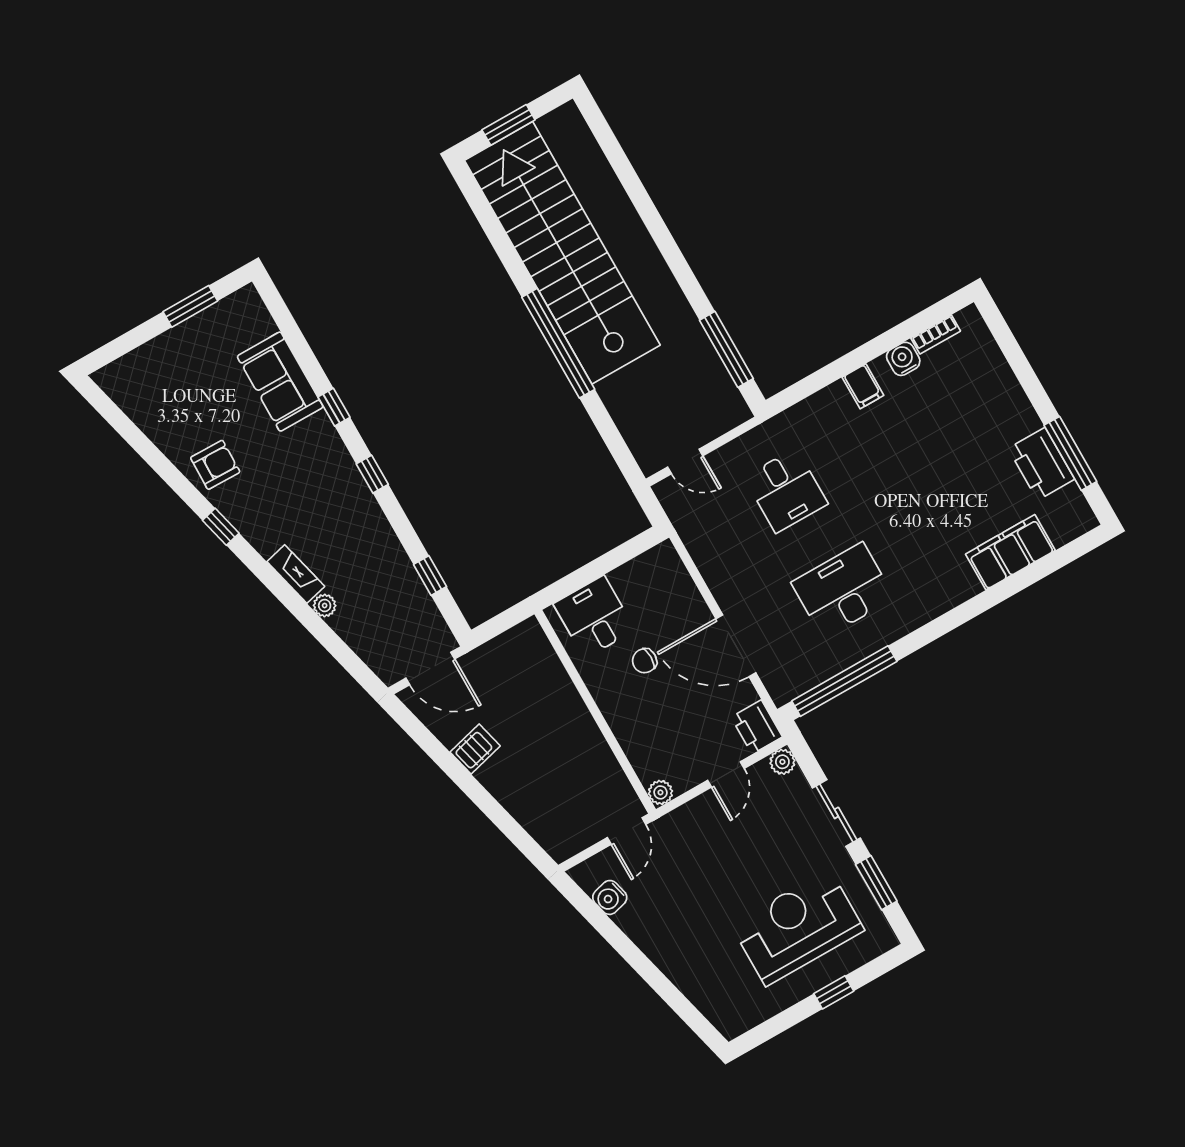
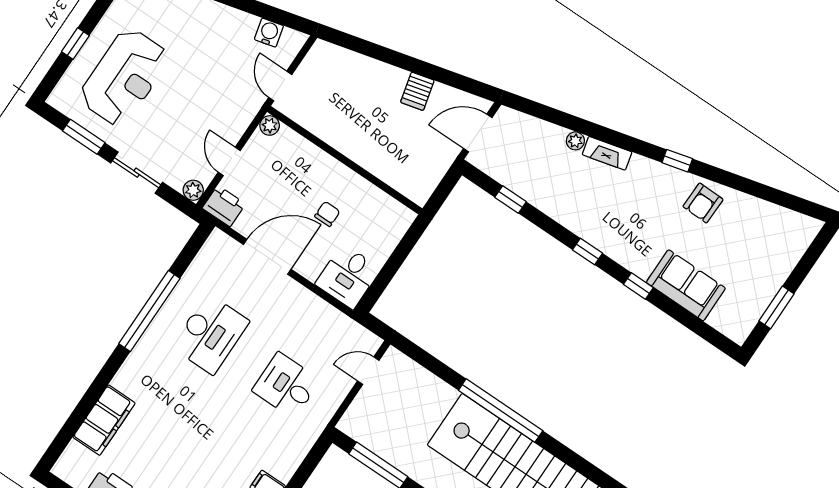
desk: (594, 617) -> (348, 276), moved, turned 90
window: (844, 681) -> (149, 311), moved

